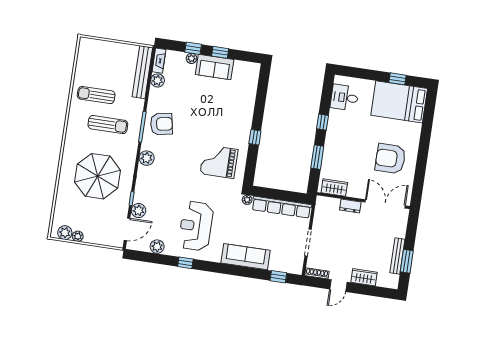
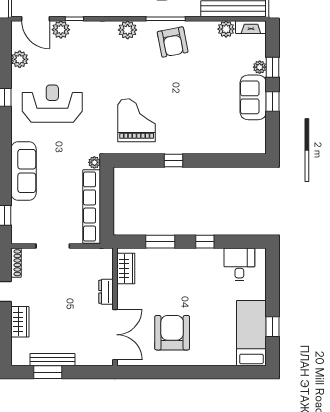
bed: (399, 102) -> (251, 333), width x0.67

